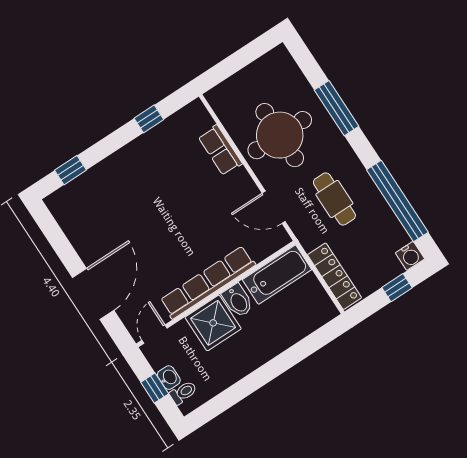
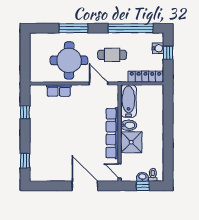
door: (274, 207) -> (98, 83), swing flipped
water cooler: (410, 256) -> (158, 48), moved

